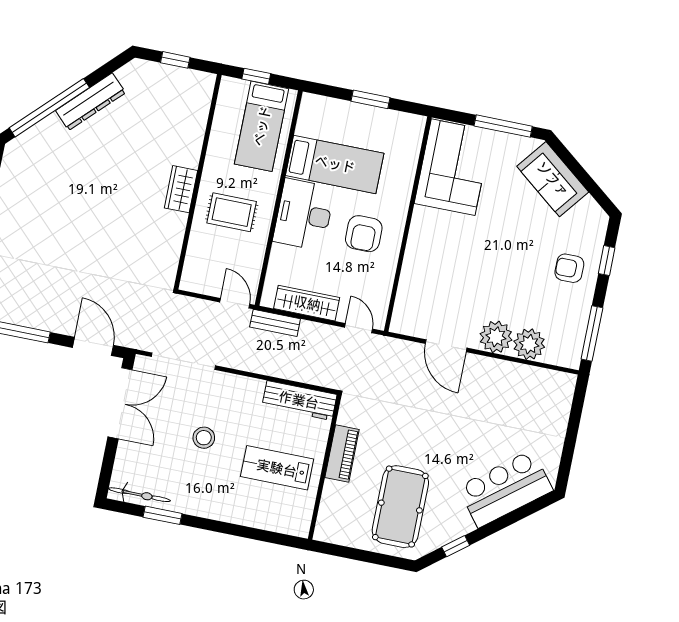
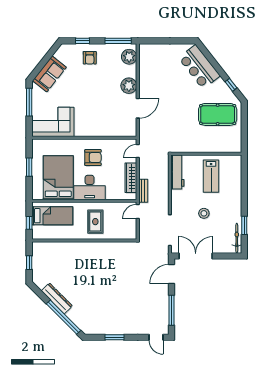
bed: (335, 164) -> (58, 178), width x1.50
wardrobe: (181, 189) -> (89, 248), removed
plant: (529, 344) -> (129, 57), moved
piano: (342, 453) -> (198, 147), removed

